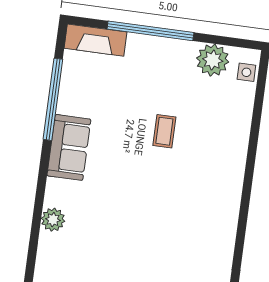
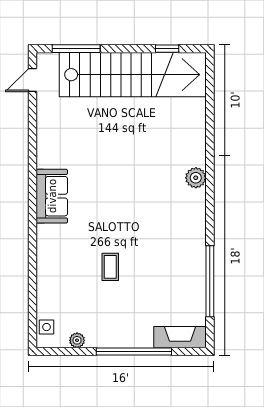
plant: (213, 60) -> (77, 340), width x0.53, depth x0.53
sofa: (69, 147) -> (52, 196), moved, turned 180

